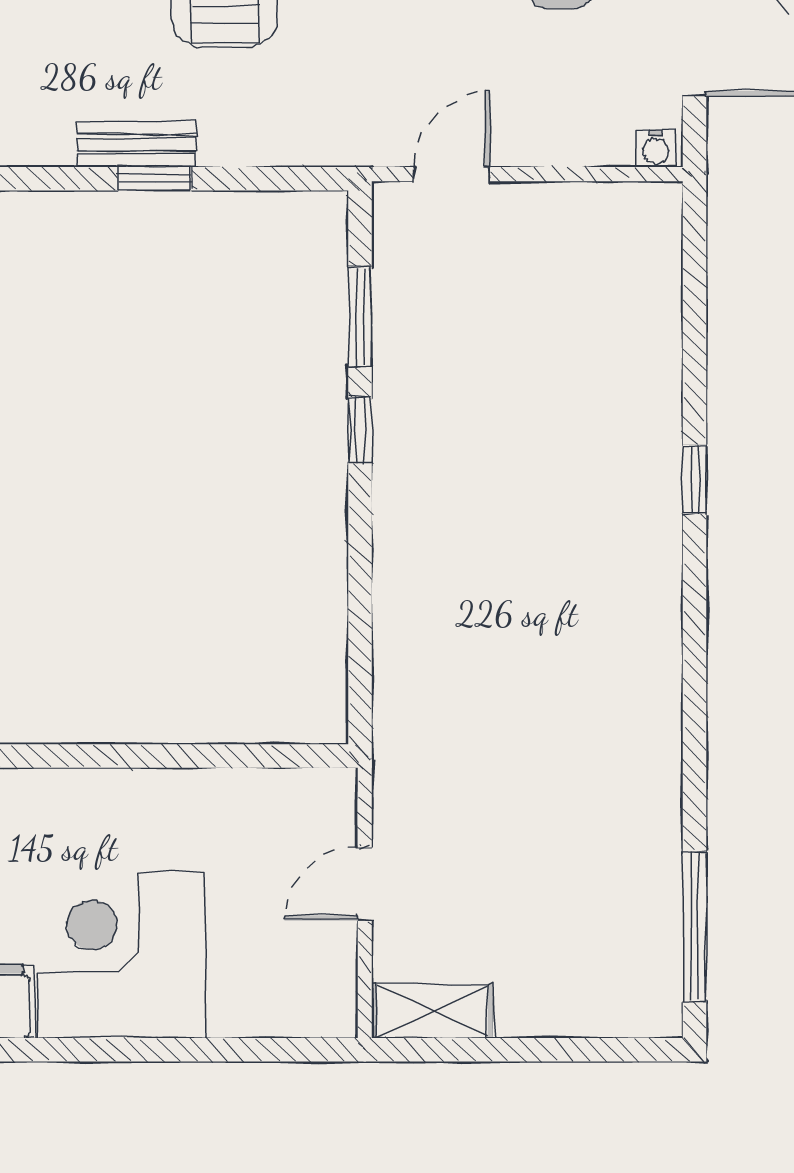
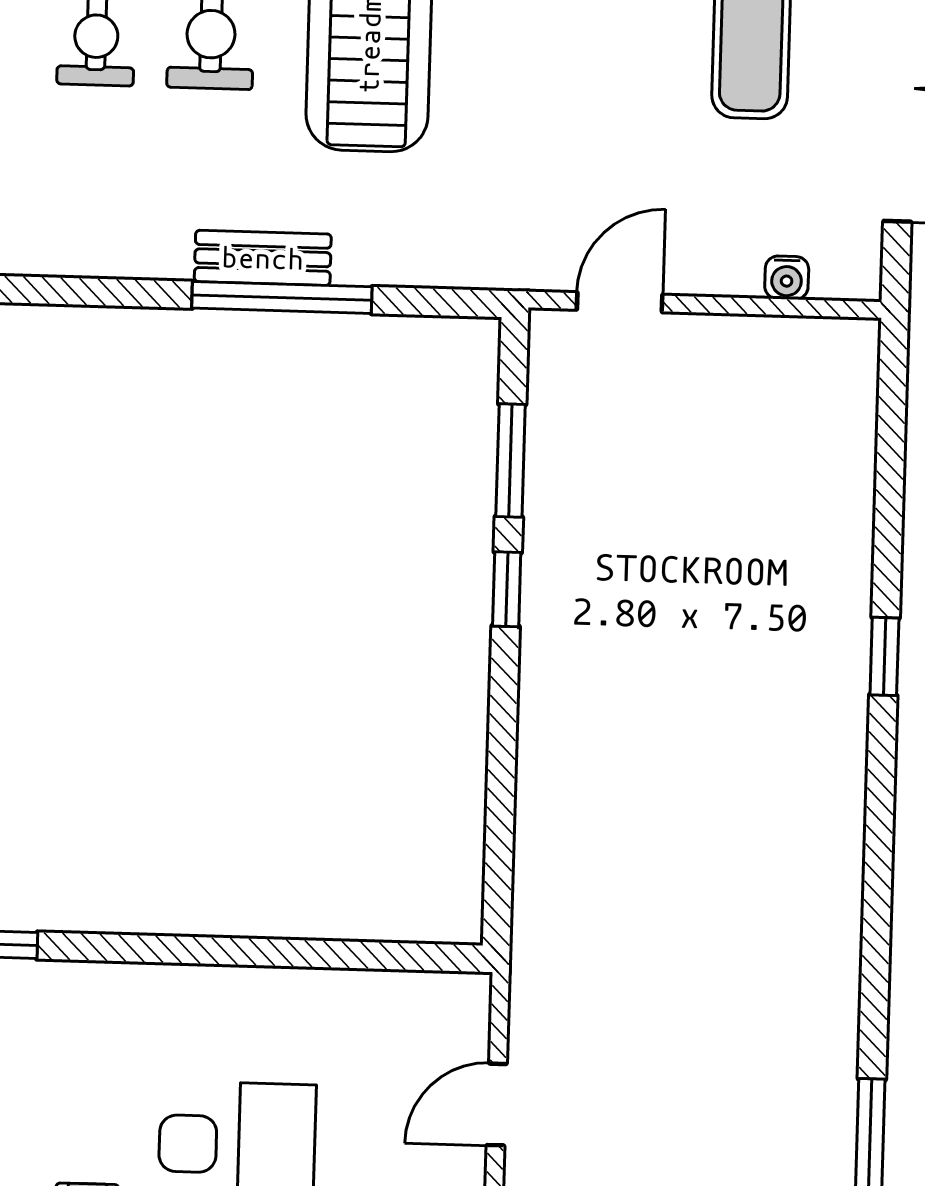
water cooler: (656, 148) -> (787, 278), moved
window: (154, 179) -> (282, 297), width x2.17

